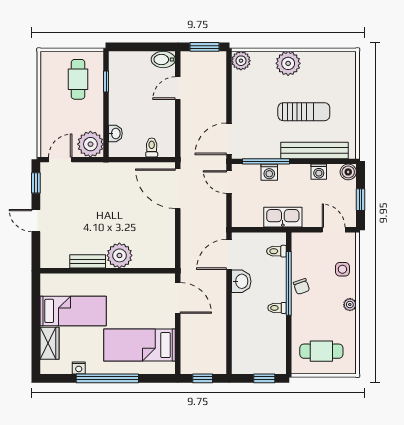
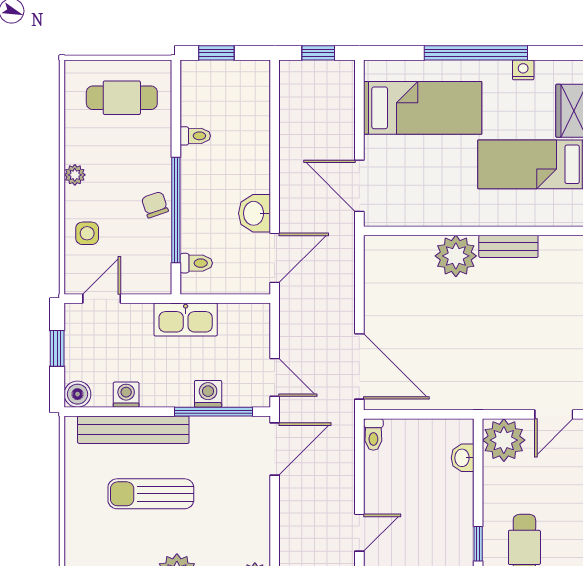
toilet: (152, 148) -> (373, 435), moved
door: (334, 230) -> (102, 299), swing flipped
toilet: (277, 308) -> (195, 136), moved

